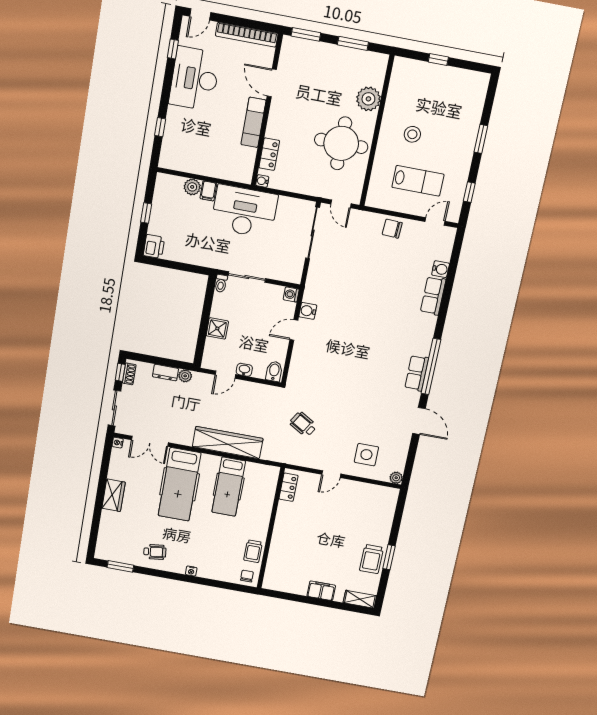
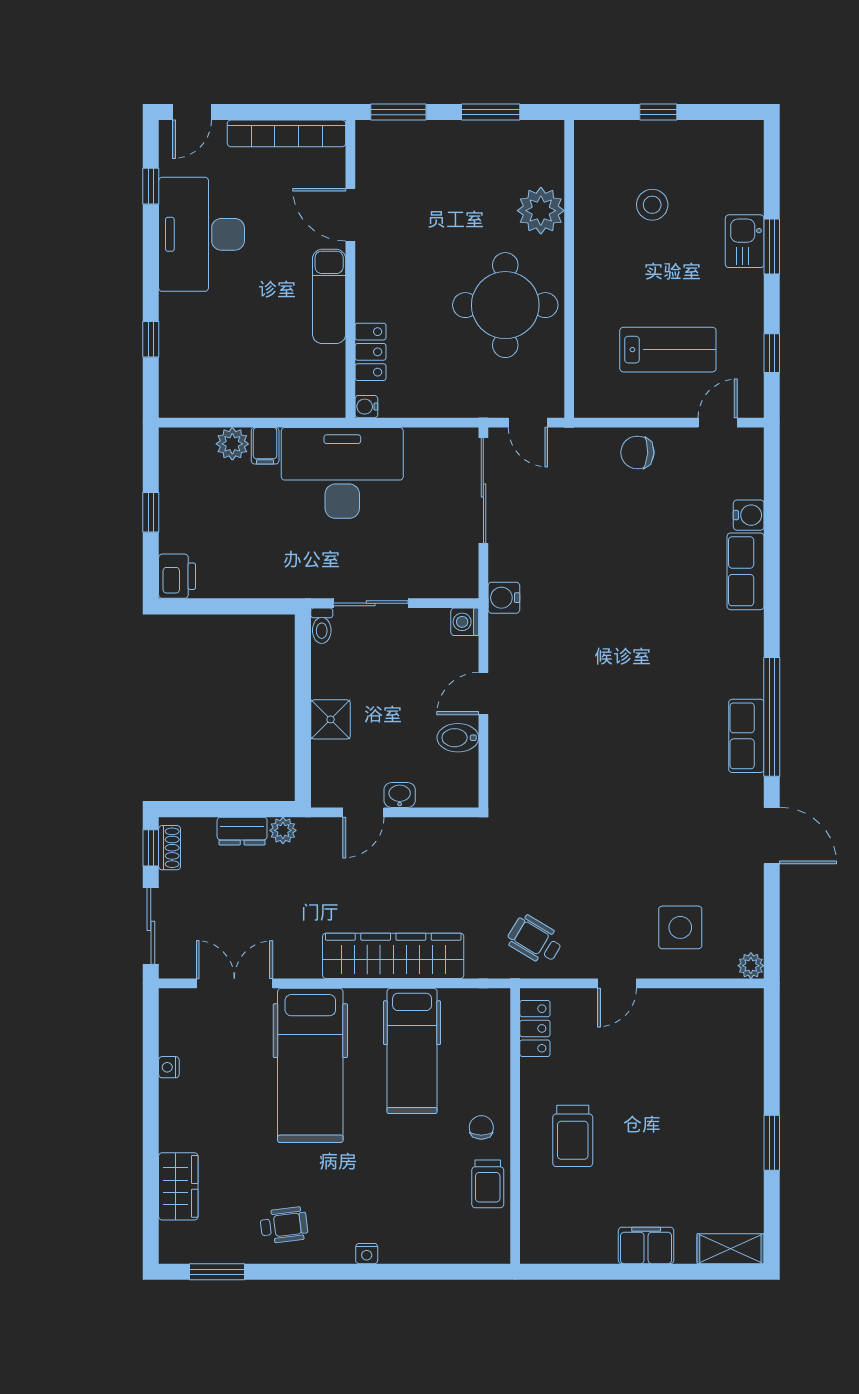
stool: (412, 134) -> (652, 205), moved
kitchen sink: (468, 134) -> (745, 241), added
water cooler: (308, 311) -> (504, 598), moved
bidet: (274, 371) -> (458, 738), moved, turned -90
wheelchair: (303, 424) -> (535, 940), moved
double door: (150, 441) -> (234, 983), swing flipped
nightstand: (118, 443) -> (169, 1067), moved
wardrobe: (114, 495) -> (178, 1186), moved
trolley: (372, 559) -> (573, 1136), moved
chair: (247, 576) -> (481, 1127), moved

